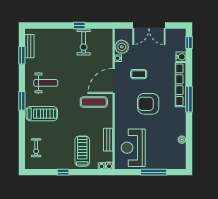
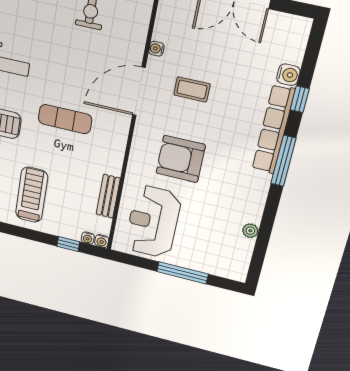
window: (189, 42) -> (300, 99), moved
plant: (122, 47) -> (169, 27), removed
exercise mat: (94, 102) -> (65, 119), moved
armchair: (148, 104) -> (181, 159), moved
treadmill: (82, 151) -> (32, 195), moved
window: (63, 172) -> (68, 244), moved

